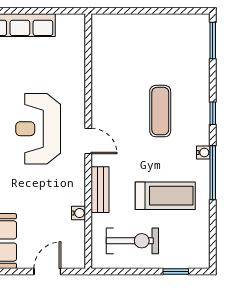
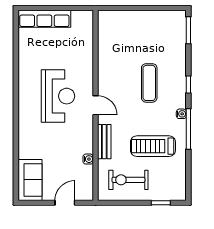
reception desk: (38, 129) -> (58, 96), turned 180
treadmill: (165, 196) -> (153, 146), turned 180
exercise bike: (132, 241) -> (128, 180), turned 180

